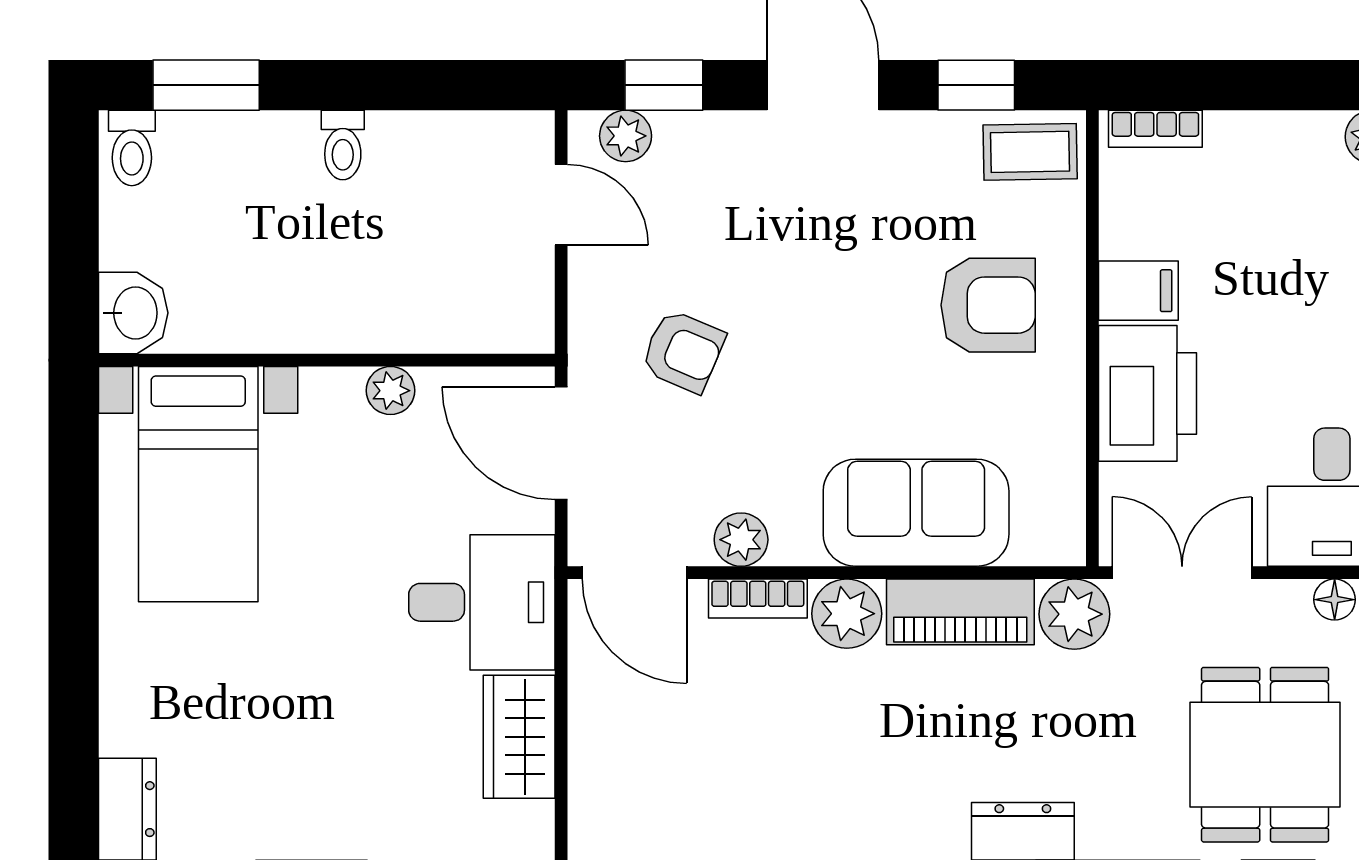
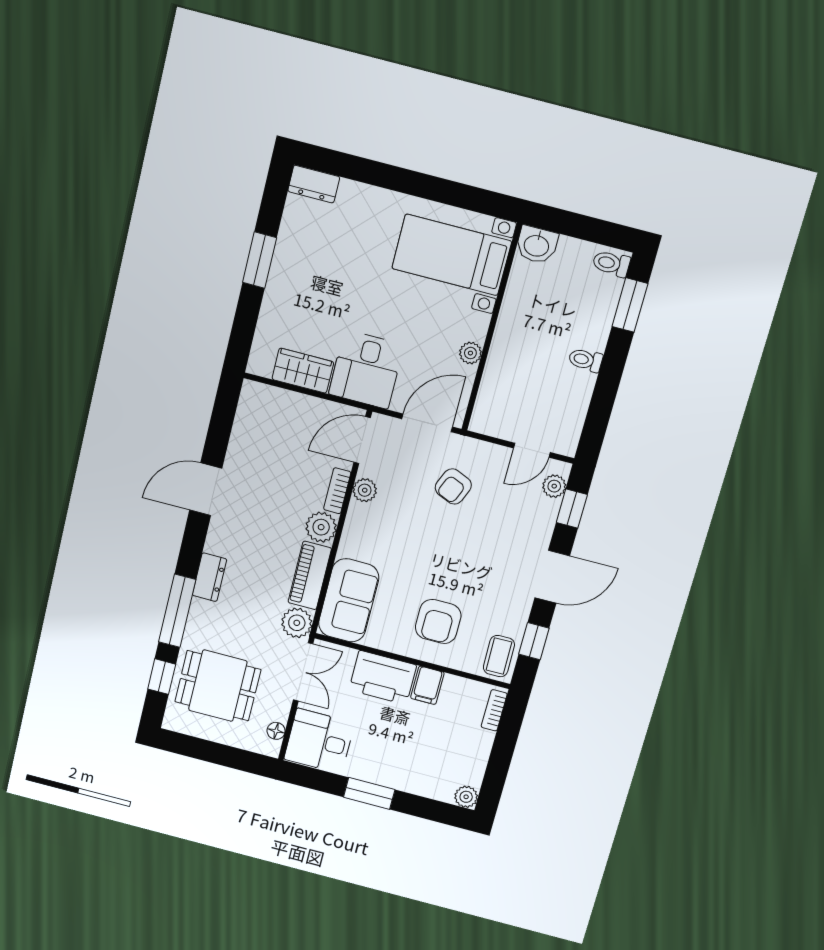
sofa: (916, 513) -> (349, 600), moved

